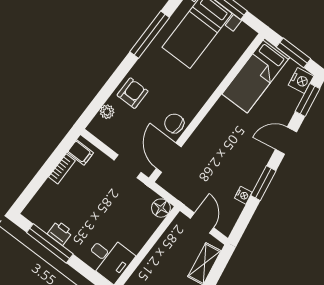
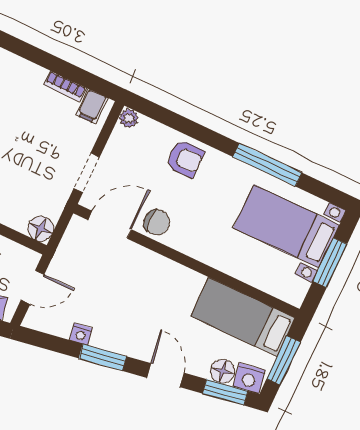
floor lamp: (292, 99) -> (223, 371), added
plant: (107, 112) -> (129, 118), moved
chair: (174, 123) -> (157, 222), turned 90

